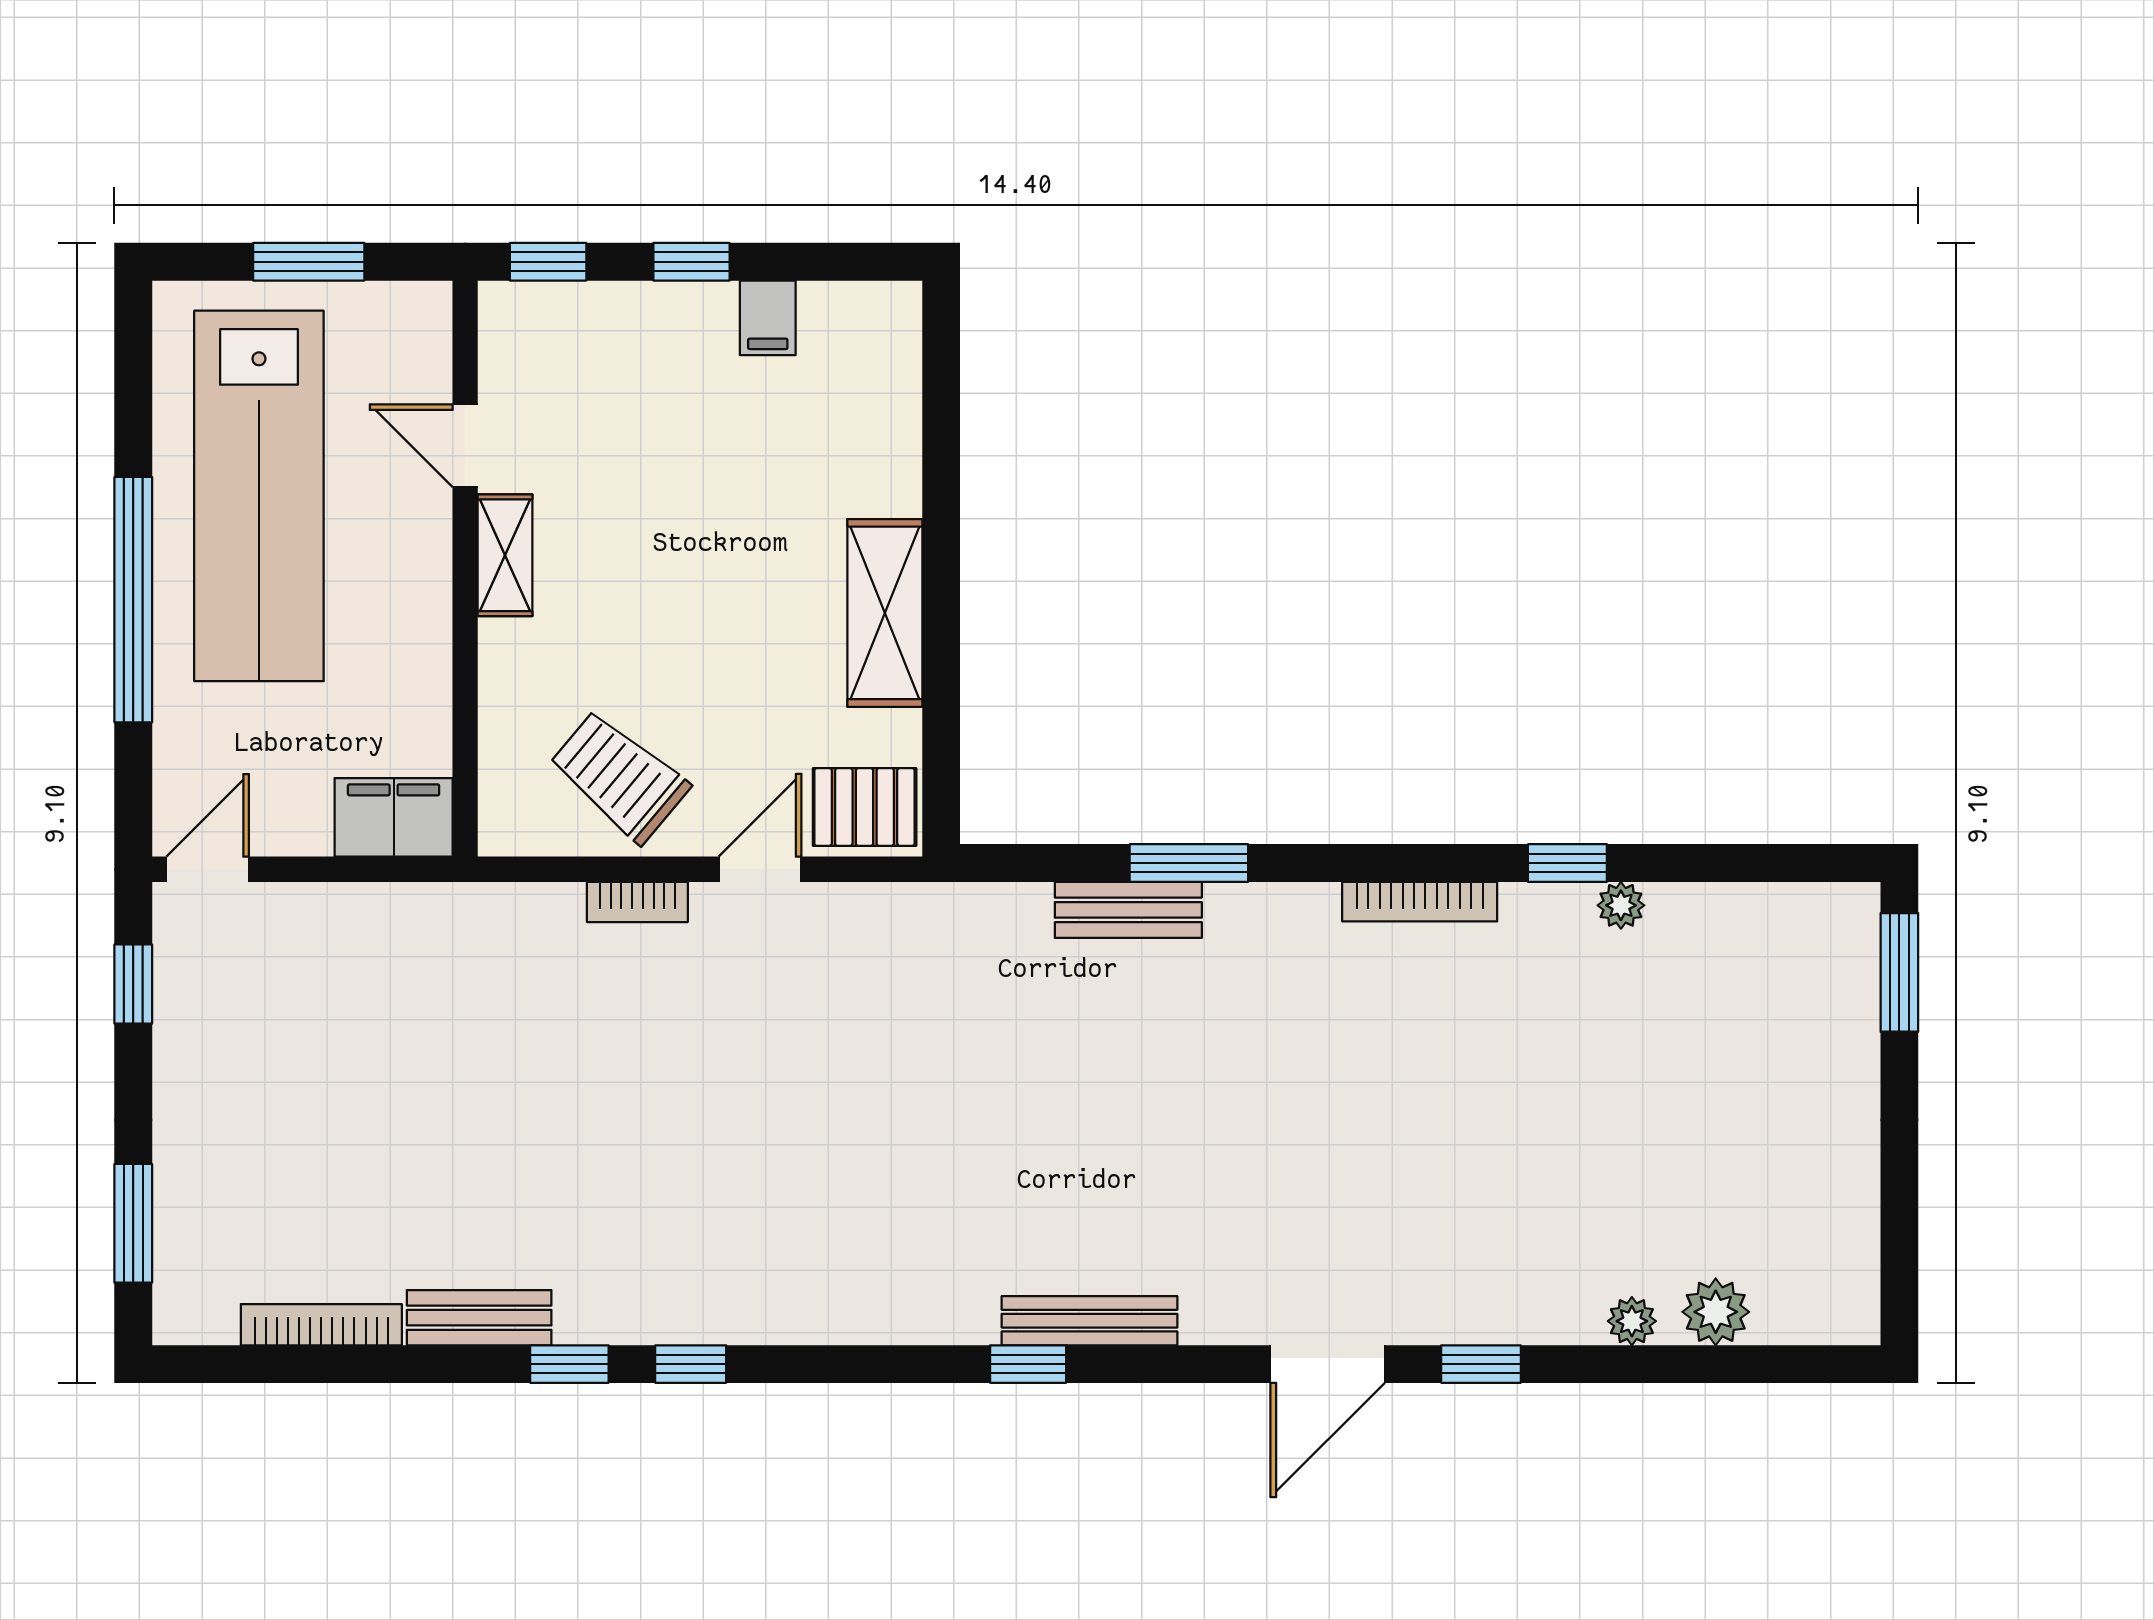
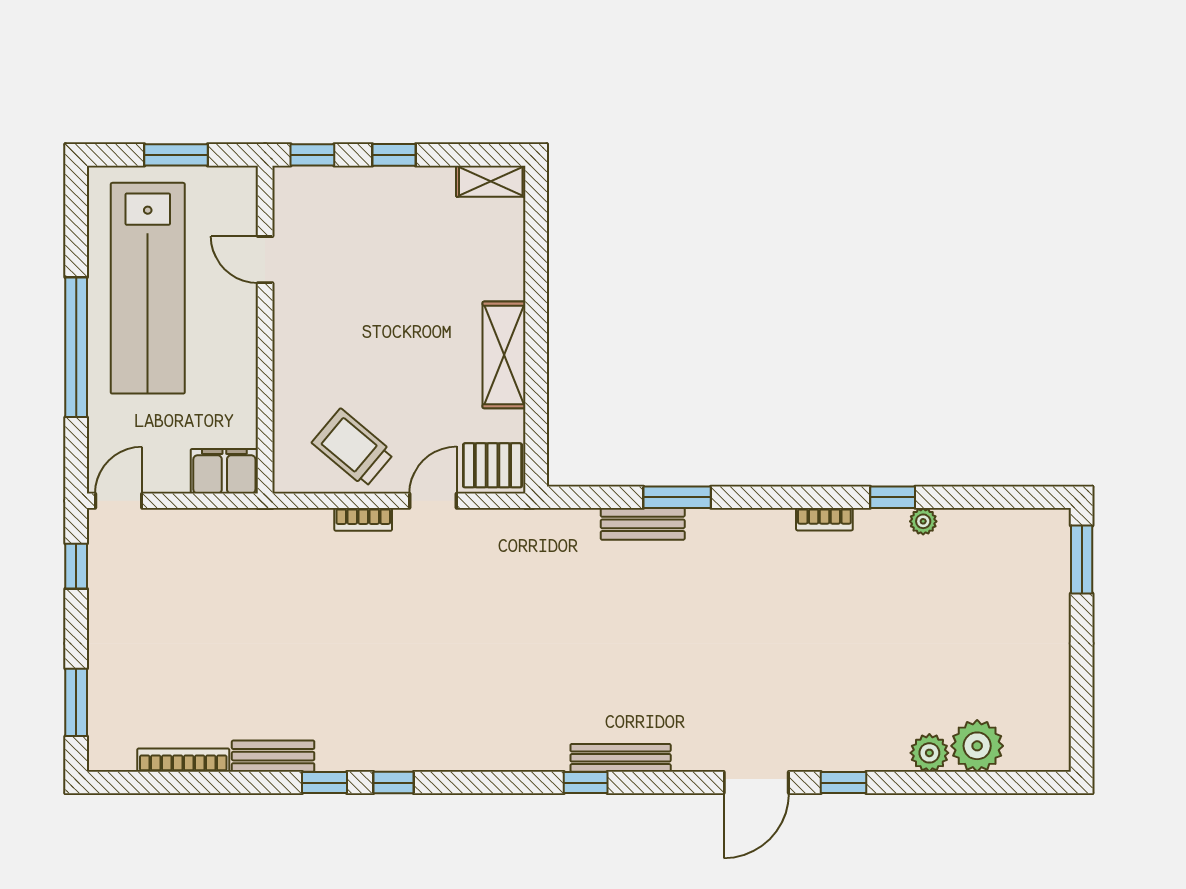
filing cabinet: (768, 318) -> (437, 187), removed
shelving: (505, 555) -> (491, 181), moved, turned 90
bookcase: (1420, 902) -> (824, 519), width x0.64
plant: (1716, 1312) -> (977, 746), width x1.36, depth x1.36
plant: (1632, 1321) -> (929, 753), width x1.38, depth x1.38

